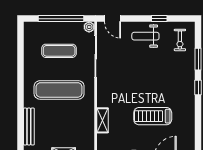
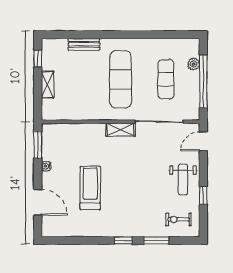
plant: (89, 27) -> (194, 64), moved
weight bench: (145, 36) -> (183, 179), turned 180
shelving: (103, 120) -> (120, 130), moved
bench: (29, 127) -> (84, 44), width x0.73

